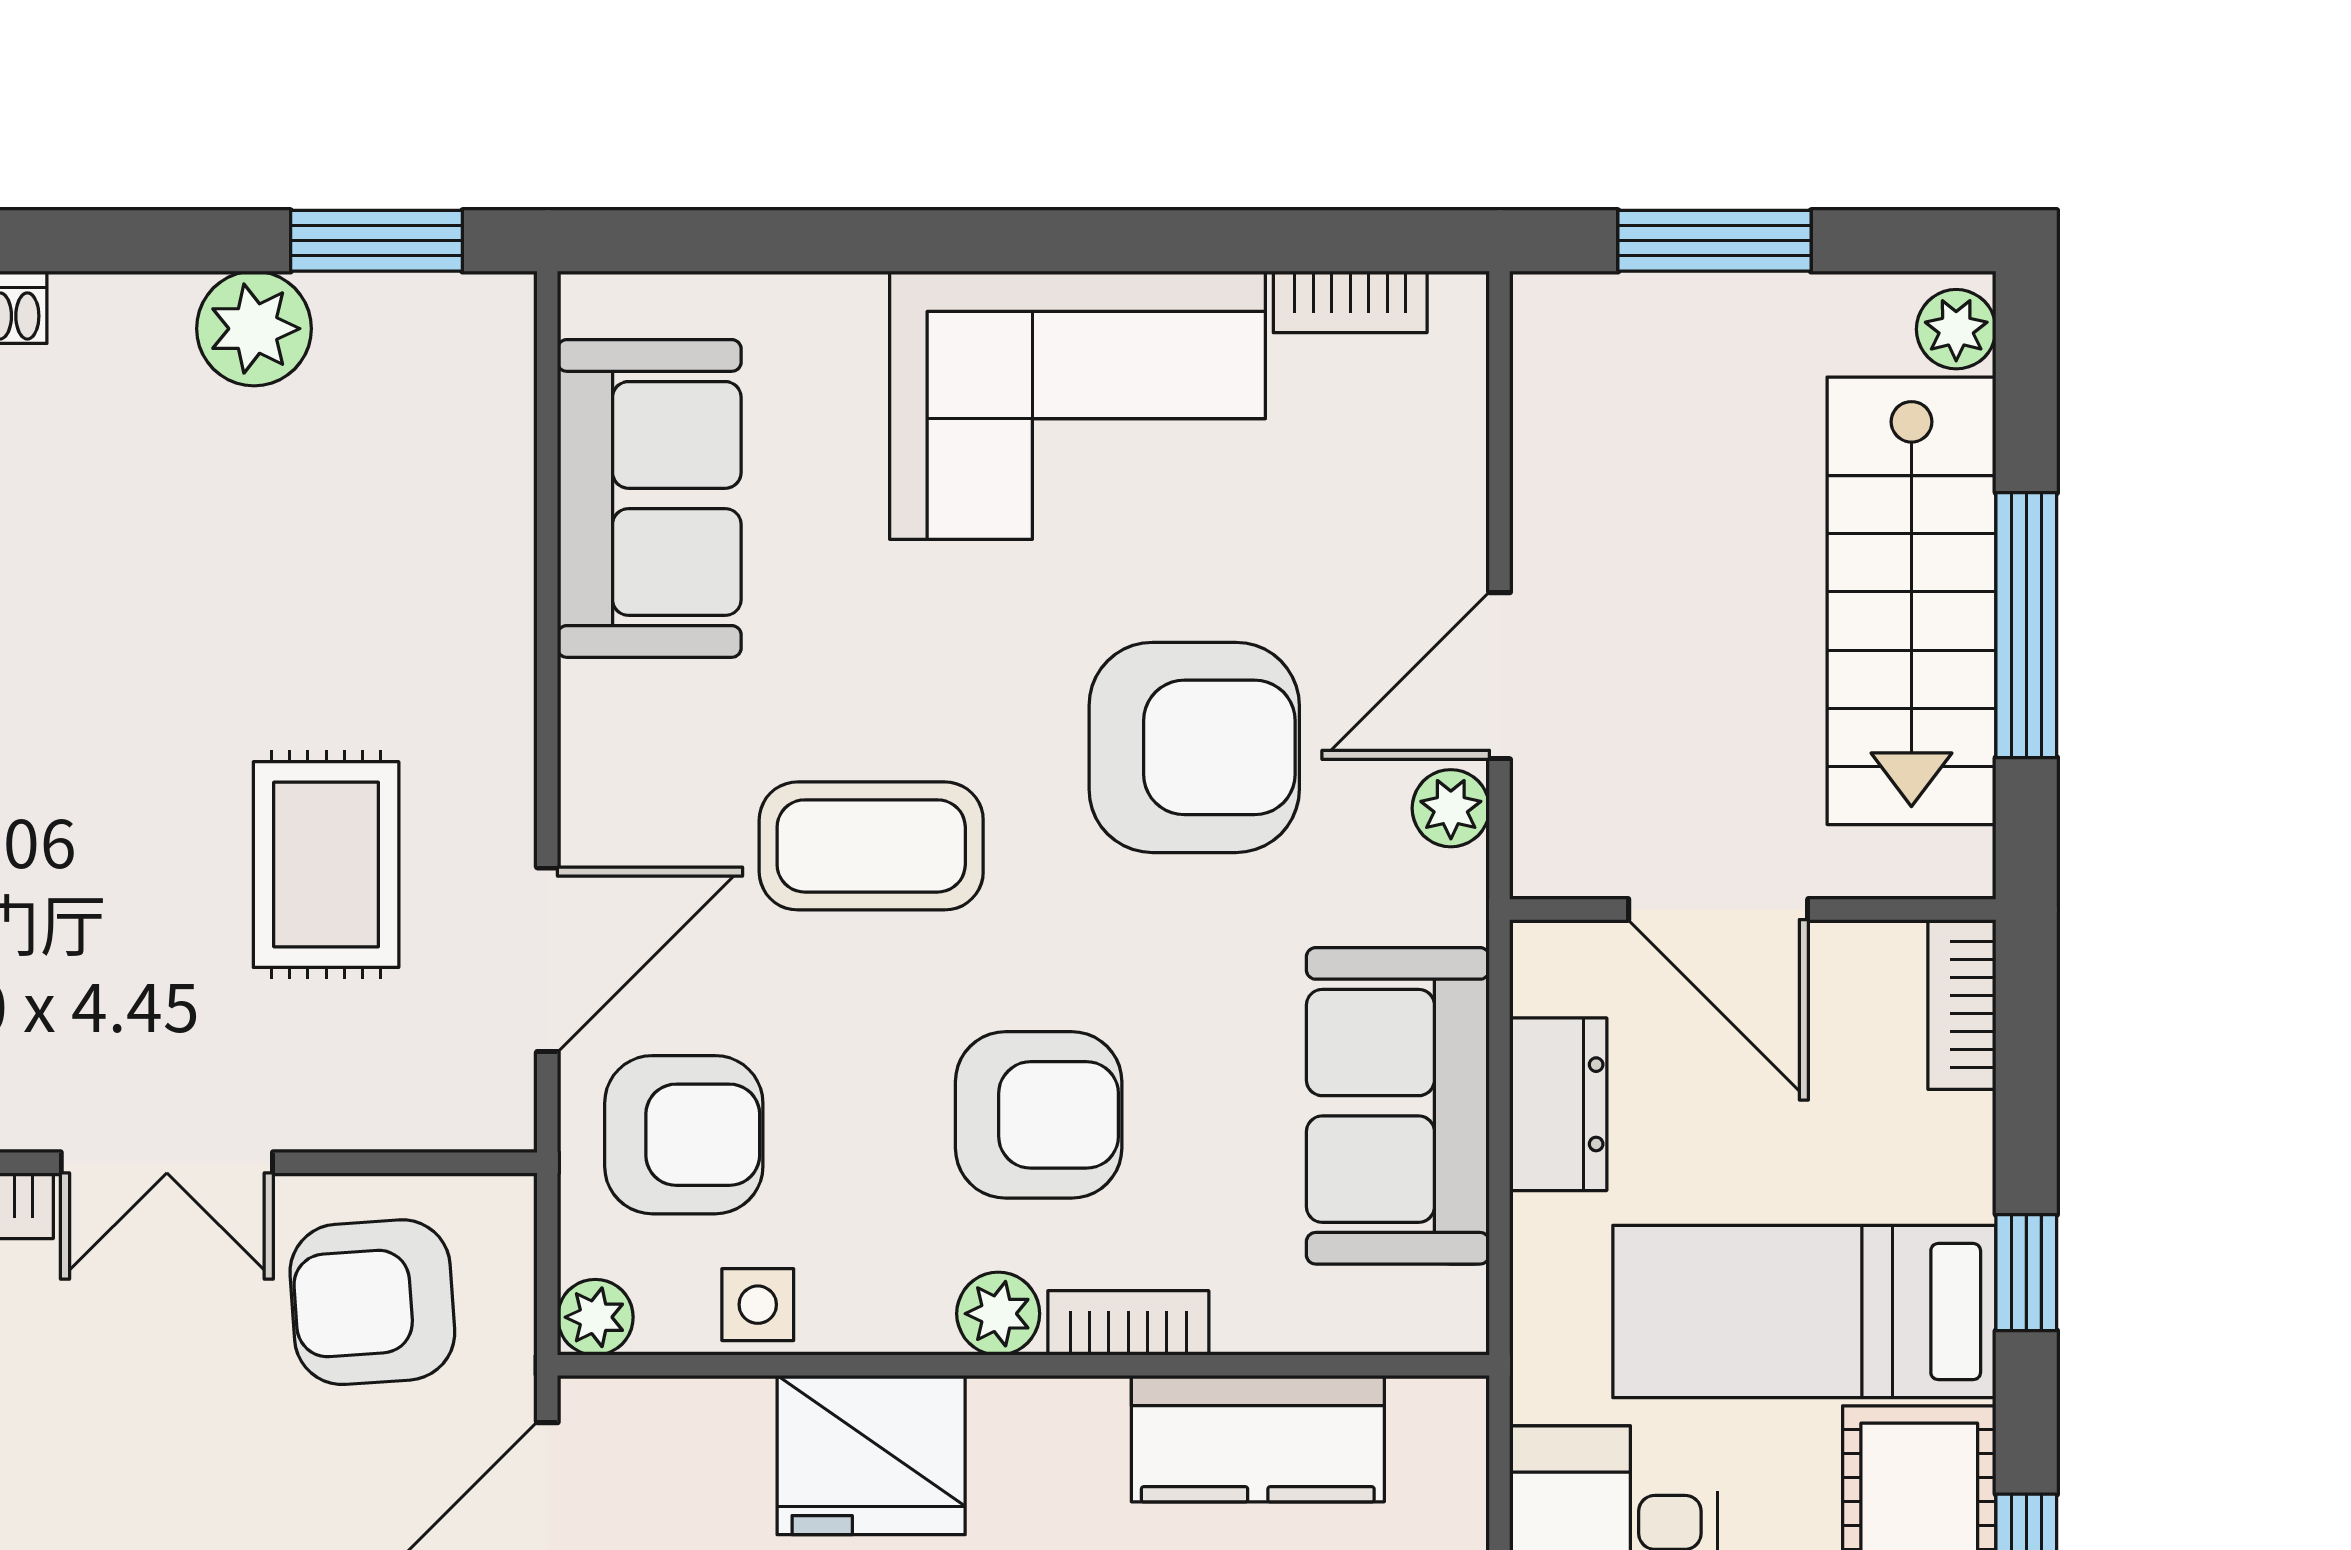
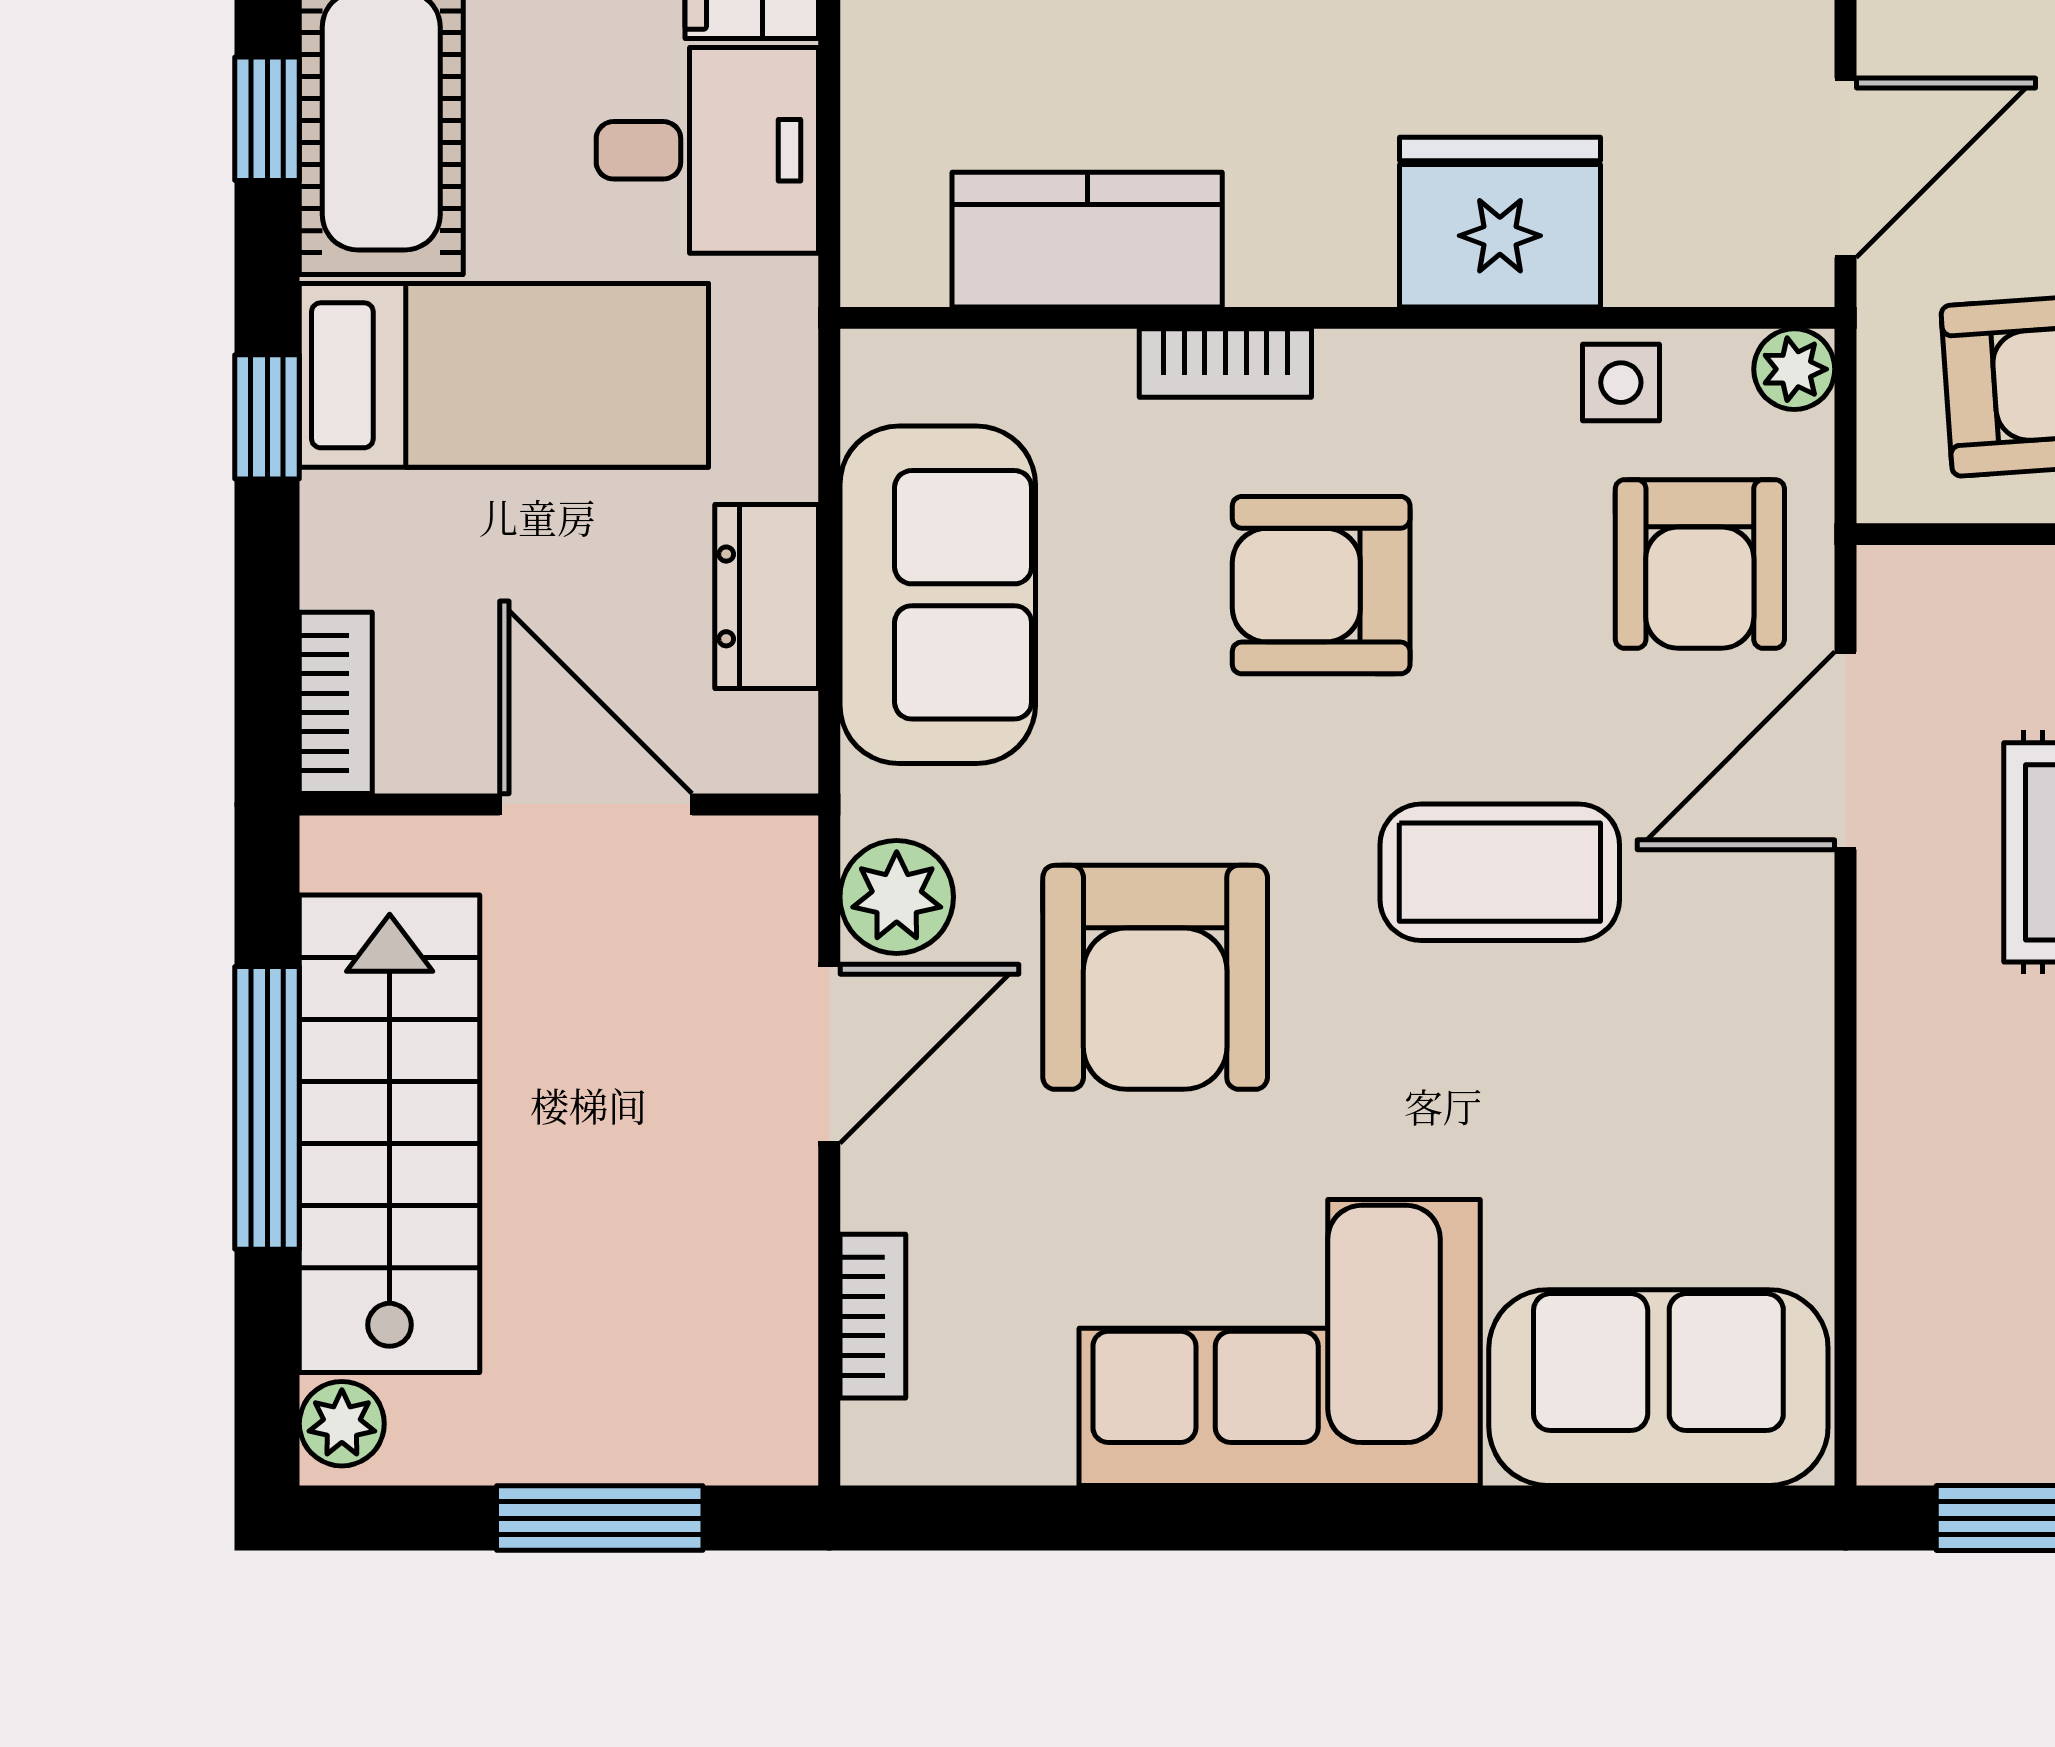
bookcase: (1350, 302) -> (873, 1316), moved, turned 90
sofa: (649, 498) -> (1658, 1388), moved, turned 90
armchair: (1194, 747) -> (1155, 977), turned -90
plant: (1451, 808) -> (897, 897), width x1.38, depth x1.38
armchair: (684, 1135) -> (1700, 564), turned -90
plant: (998, 1314) -> (1364, 373), removed

